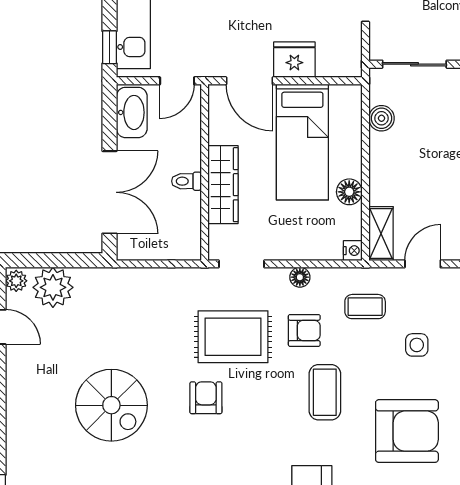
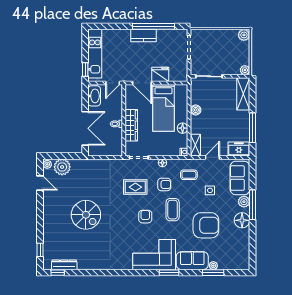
boiler: (381, 118) -> (196, 110), moved
rug: (233, 337) -> (135, 187), width x0.73, depth x0.70
armchair: (206, 398) -> (145, 217), moved

